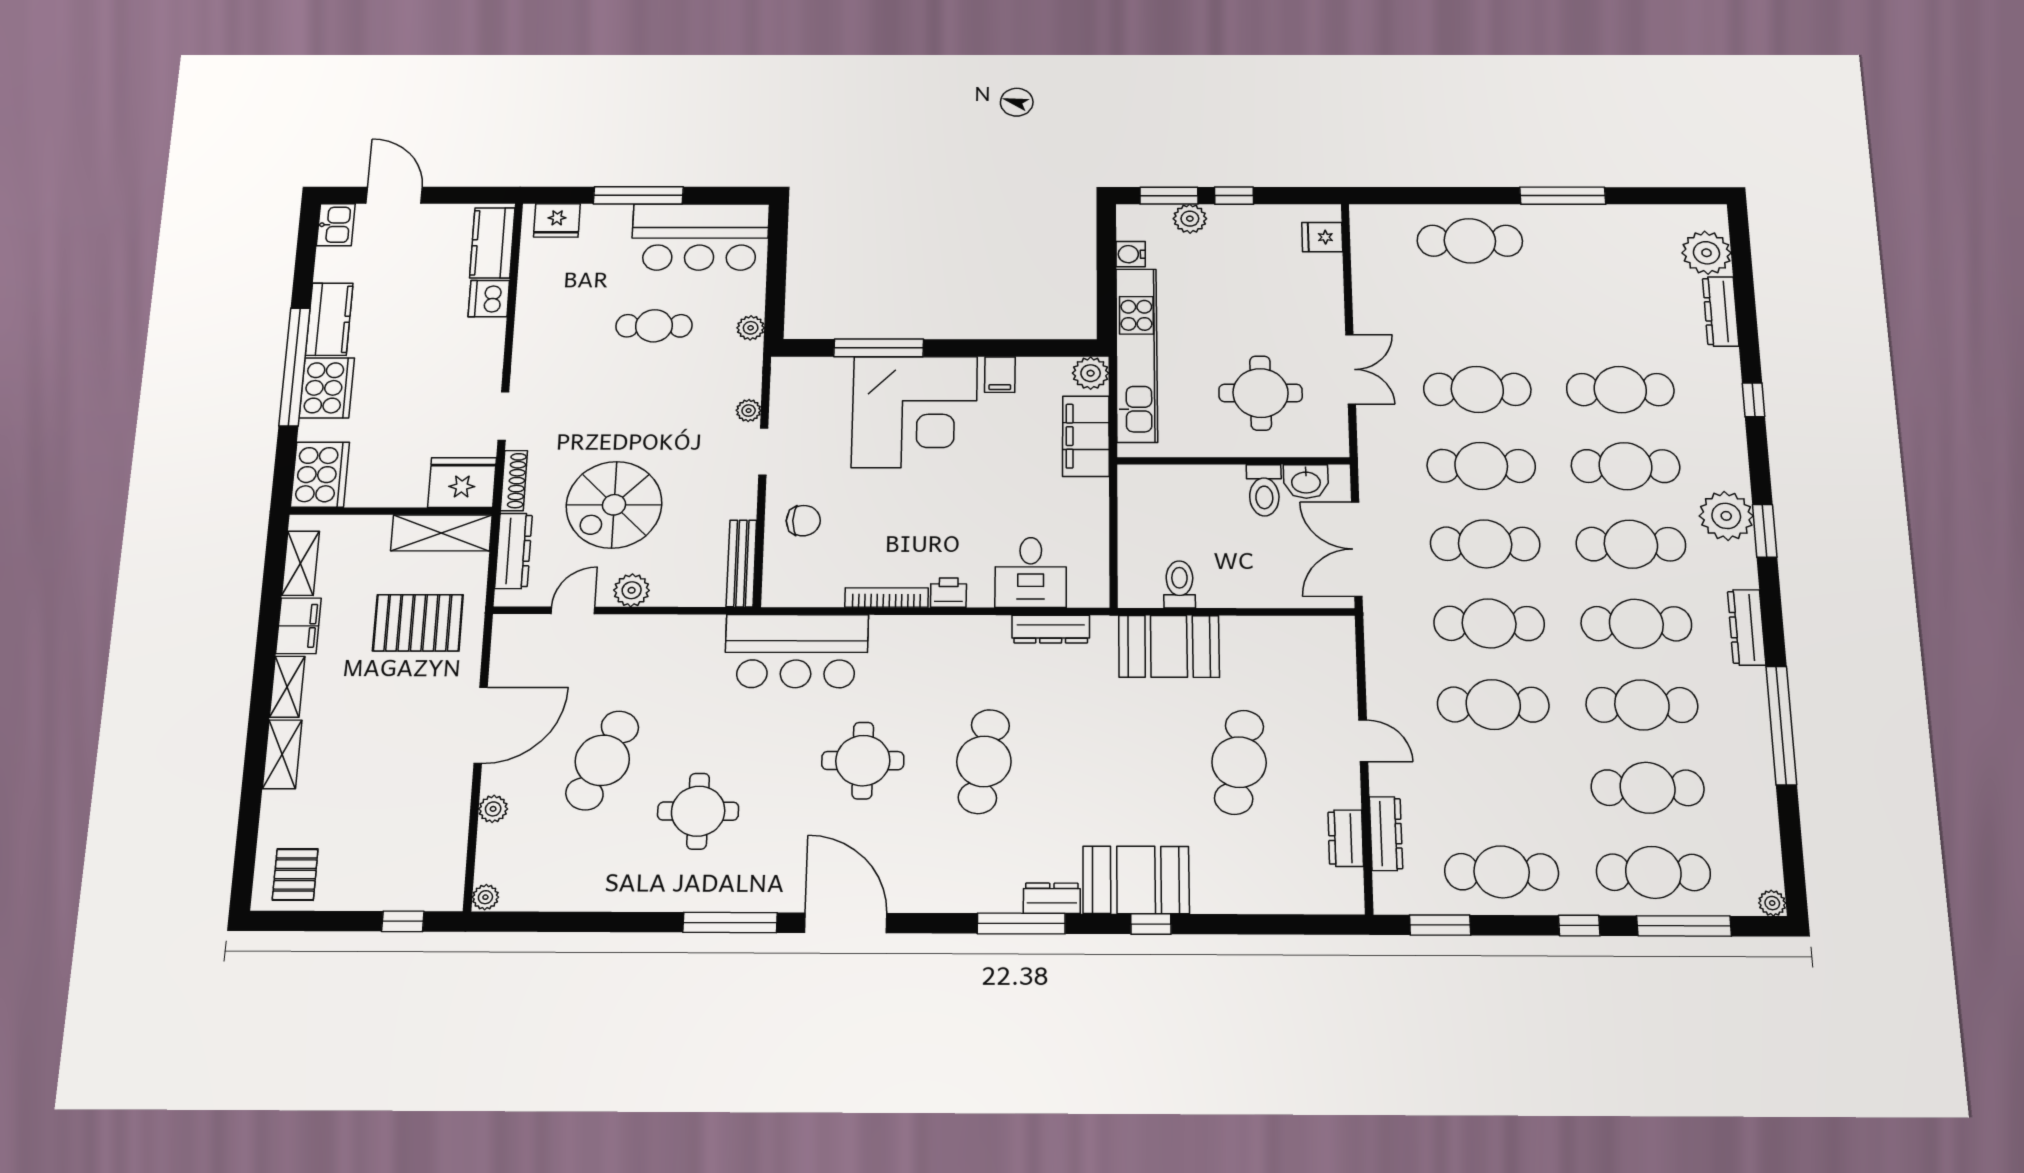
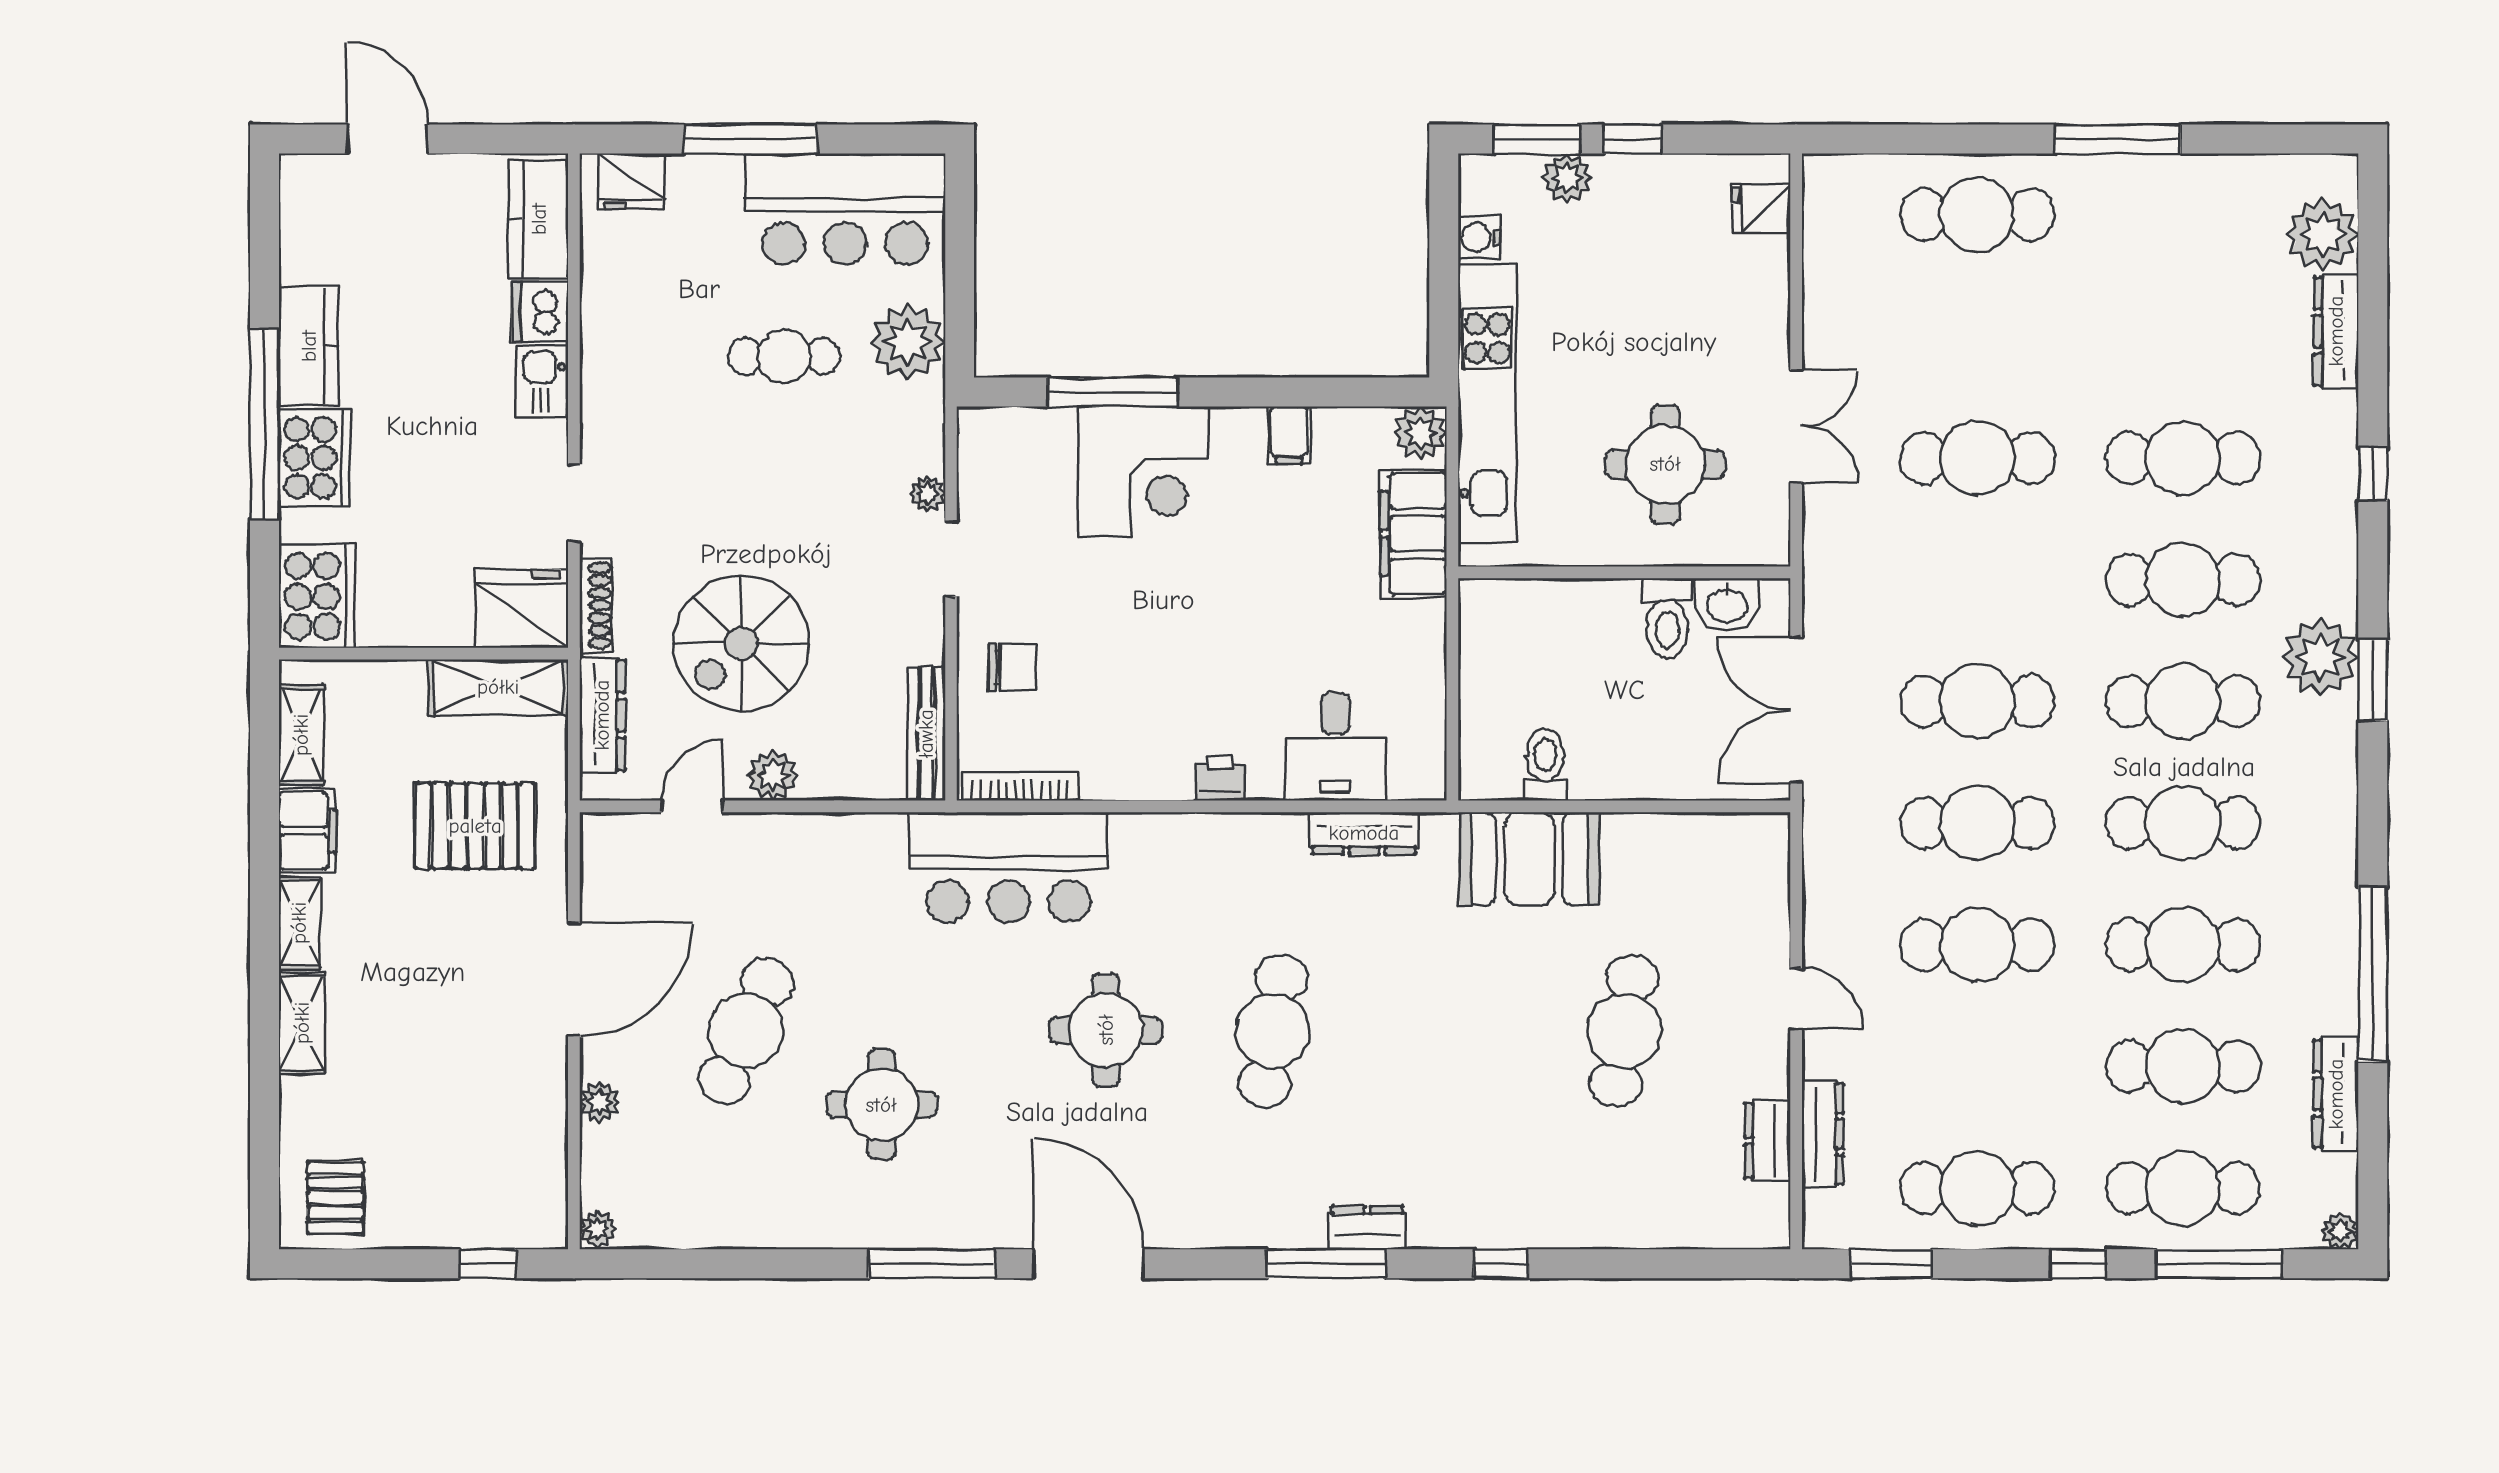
kitchen sink: (336, 225) -> (542, 381), moved, turned 180
plant: (751, 328) -> (908, 342), width x1.87, depth x1.87
corner desk: (915, 412) -> (1143, 472), width x0.74, depth x0.74
cafe table: (1481, 466) -> (1977, 580), removed
bookcase: (887, 598) -> (1020, 786), moved
dresser: (1747, 627) -> (2336, 1094), moved
booth: (1136, 880) -> (1481, 1201), removed

